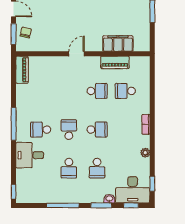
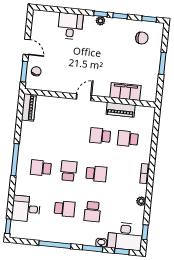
school desk: (97, 91) -> (100, 136), turned 180
desk: (30, 155) -> (26, 209), moved
school desk: (69, 168) -> (65, 209), turned -90

